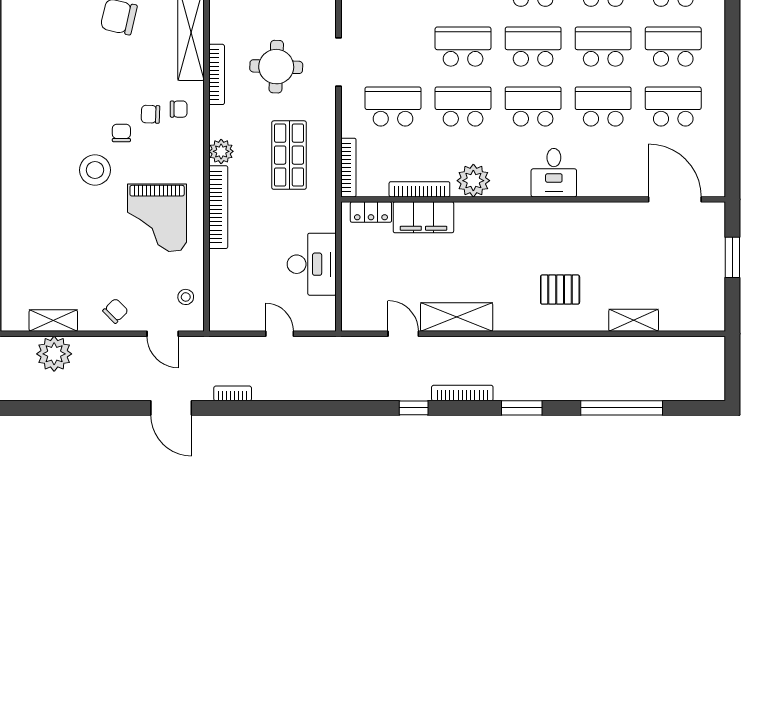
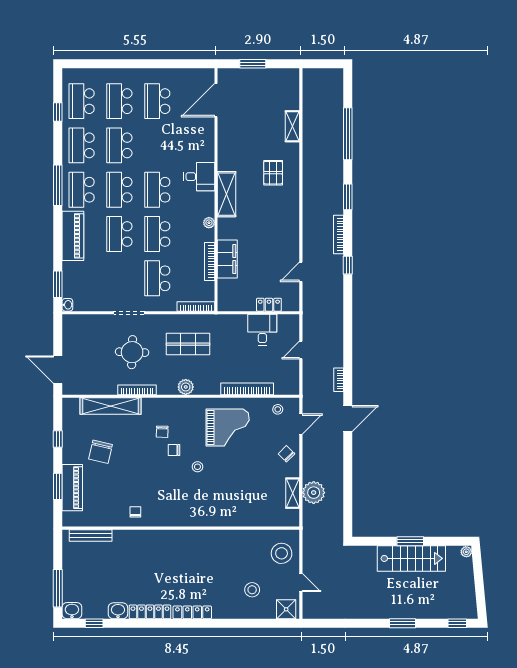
school desk: (603, 106) -> (157, 145), removed
chair: (179, 109) -> (135, 512), moved
stool: (95, 170) -> (197, 467), width x0.53, depth x0.53
plant: (473, 181) -> (209, 223), width x0.53, depth x0.53
bookcase: (218, 207) -> (247, 389), moved
locker: (371, 212) -> (269, 305), moved, turned -90
desk: (312, 264) -> (262, 330), width x0.73
shelving: (457, 317) -> (227, 194), moved

